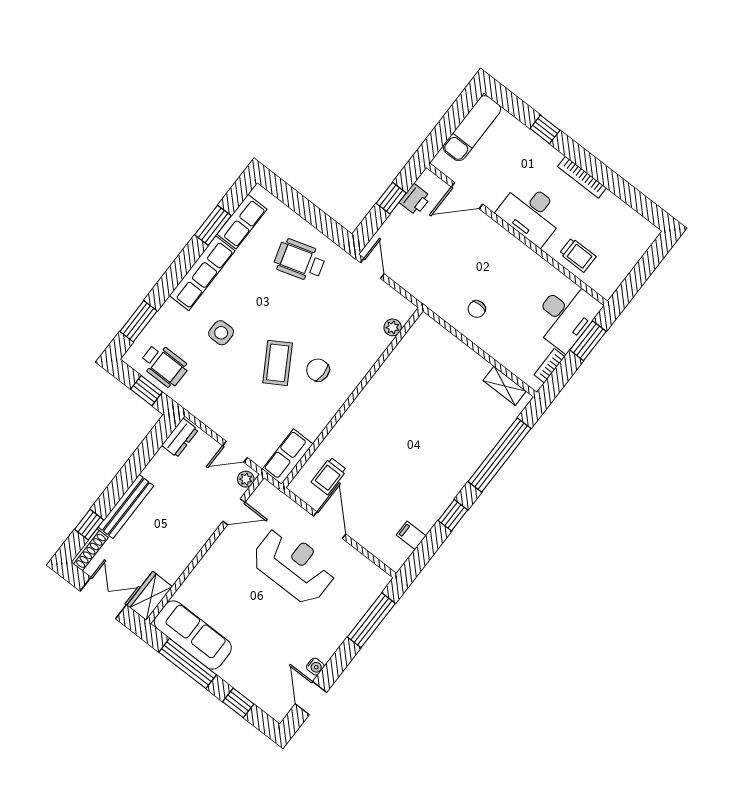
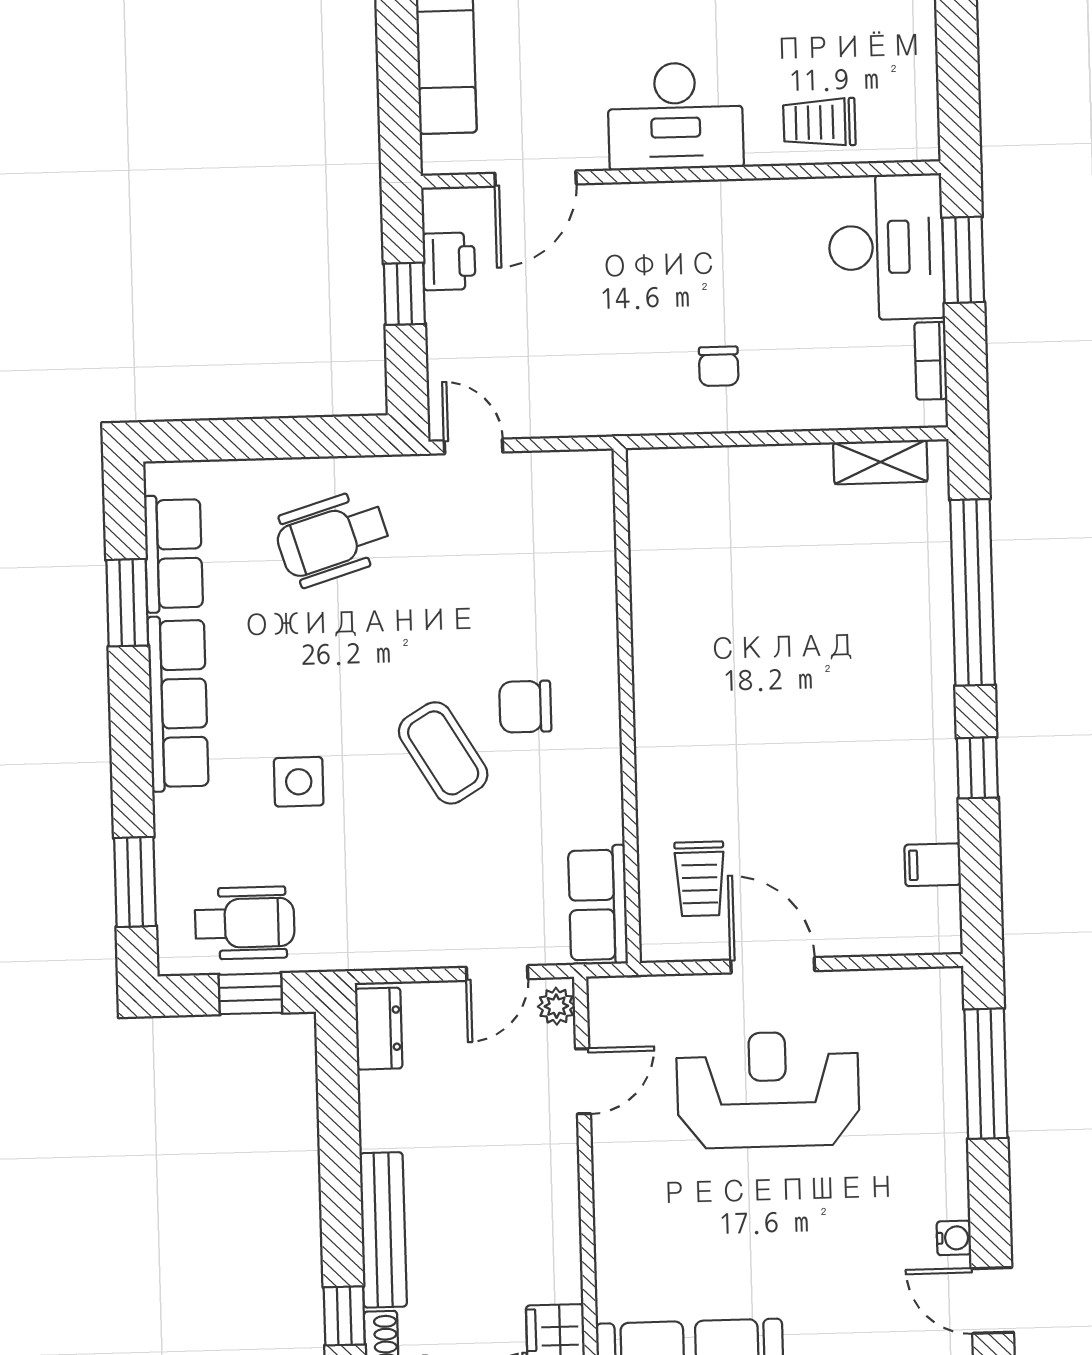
trolley: (578, 255) -> (819, 122), turned 180
plant: (393, 327) -> (596, 522), removed

